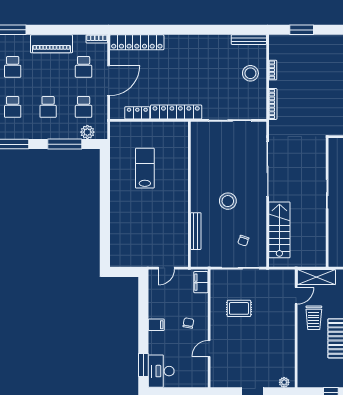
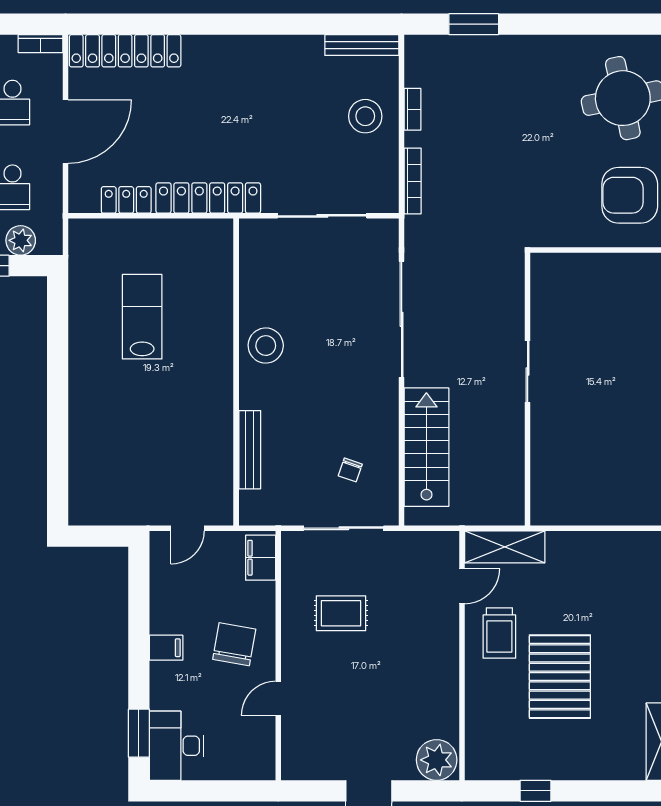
stool: (228, 201) -> (266, 346), moved
chair: (188, 323) -> (234, 644), width x1.87, depth x1.87
plant: (284, 382) -> (437, 760), width x1.88, depth x1.88

